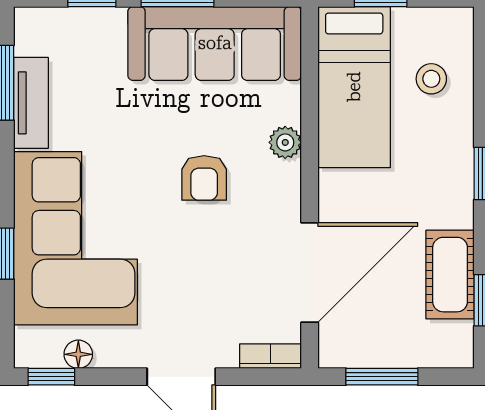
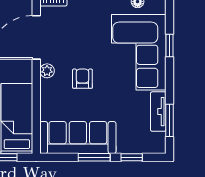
plant: (285, 142) -> (47, 71), moved

